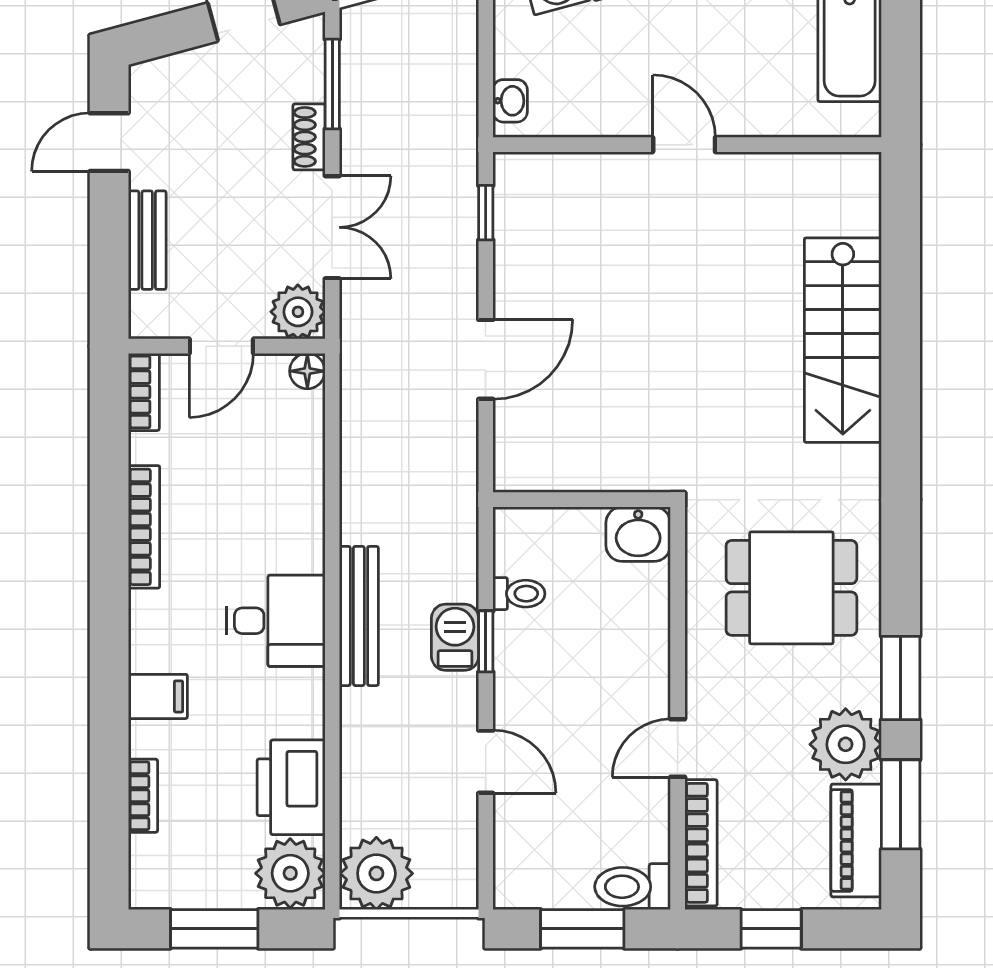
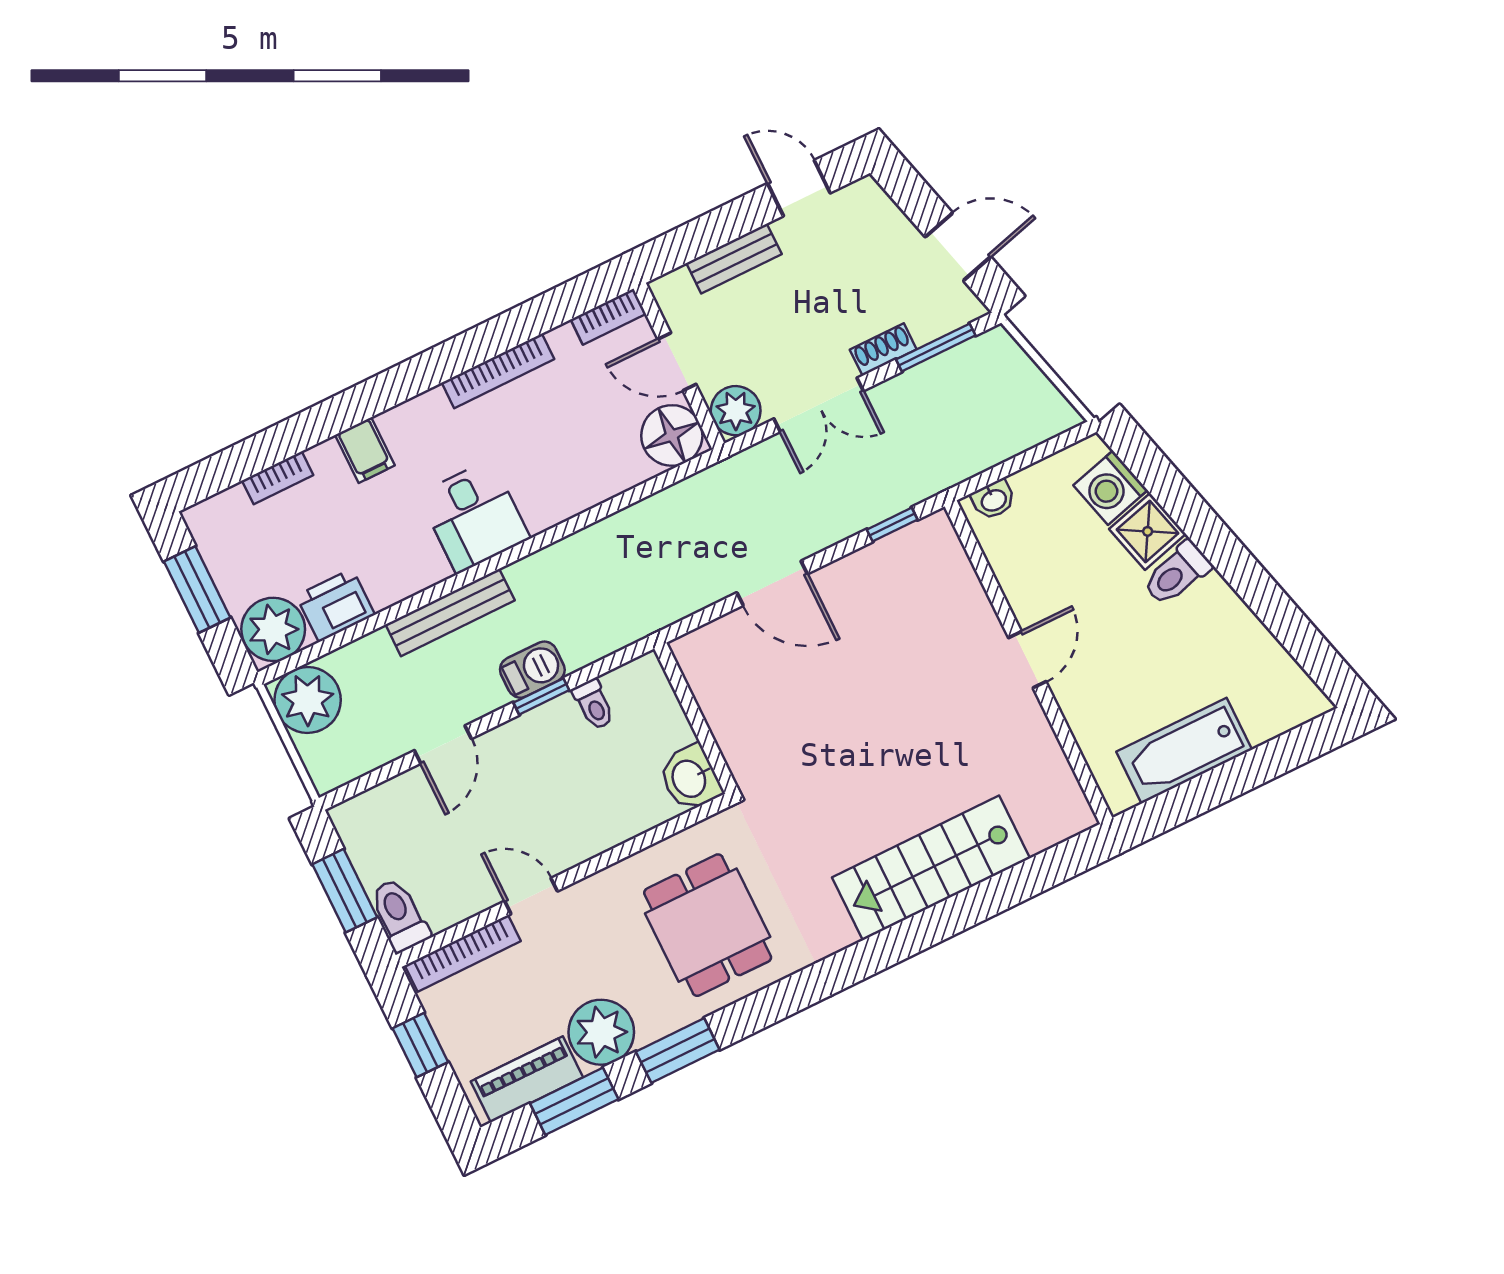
floor lamp: (307, 371) -> (672, 435), width x1.89, depth x1.89
bench: (359, 616) -> (450, 612), moved
printer: (291, 787) -> (336, 605), width x0.73, depth x0.84

